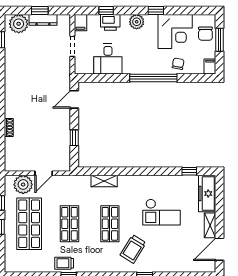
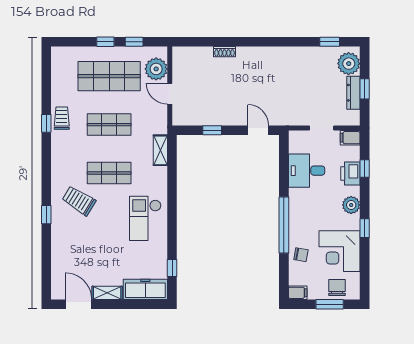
chair: (205, 34) -> (337, 287), turned 90
shelving: (104, 181) -> (160, 150), moved
checkout: (162, 212) -> (145, 218), moved

